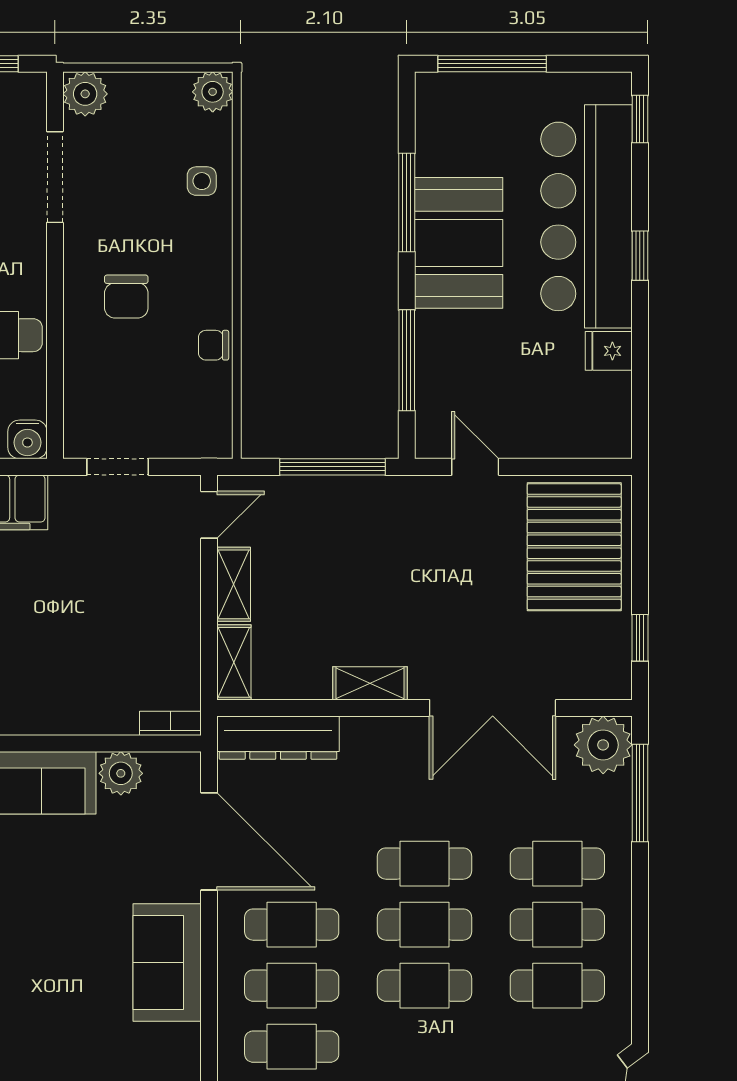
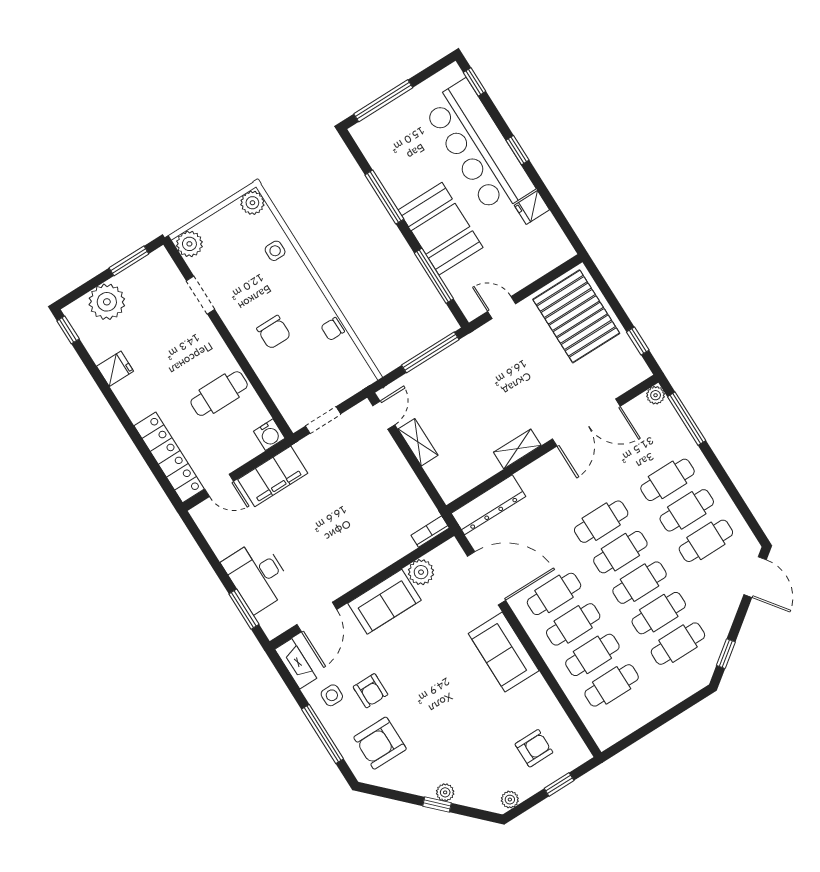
doorway: (55, 177) -> (200, 295), width x0.73
booth: (459, 243) -> (440, 229), moved
shelving: (234, 662) -> (443, 481), removed
plant: (603, 745) -> (656, 395), width x0.53, depth x0.53
cafe table: (425, 1047) -> (659, 613), added

